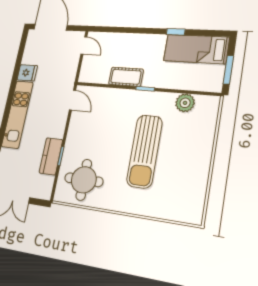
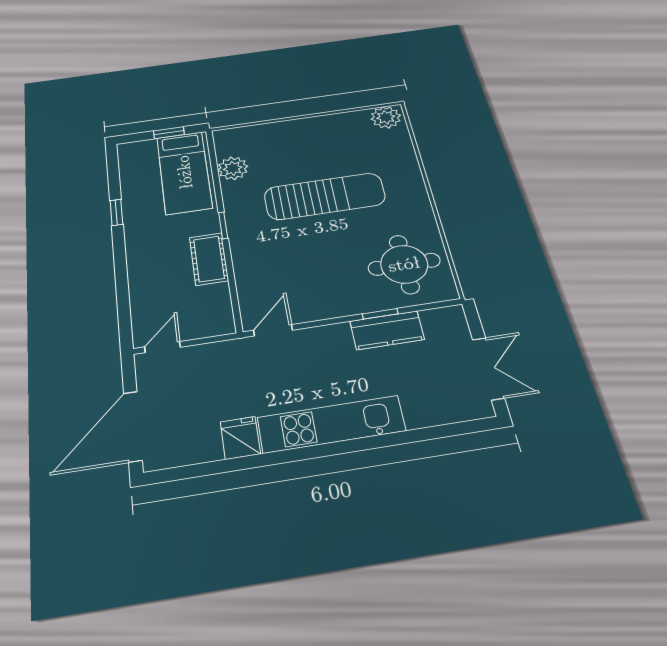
bed: (196, 49) -> (184, 172), moved
window: (228, 70) -> (169, 133), width x0.67
plant: (193, 211) -> (386, 117), added

